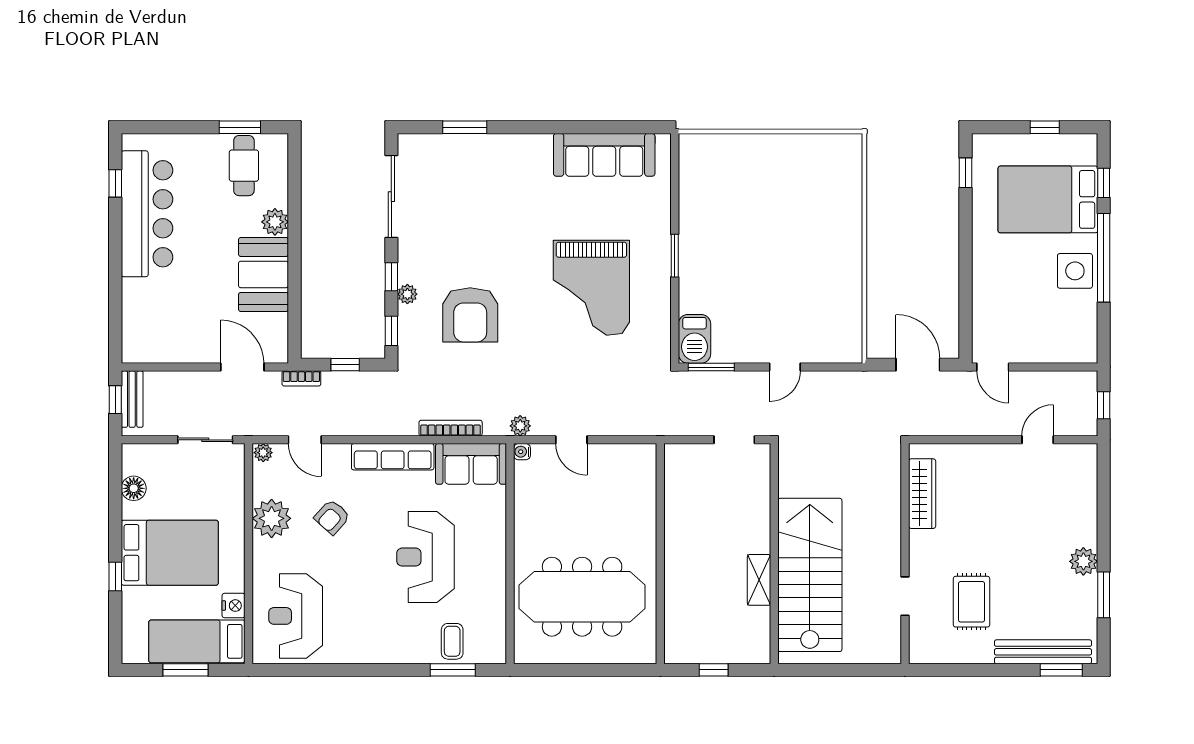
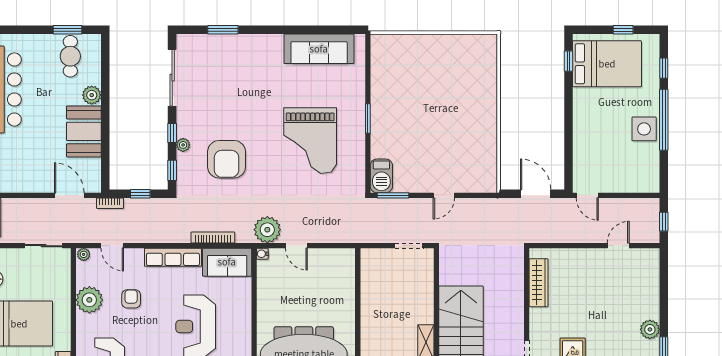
bed: (1048, 199) -> (607, 64), moved, turned 180
plant: (520, 426) -> (267, 230), width x1.88, depth x1.88
armchair: (332, 517) -> (131, 299), turned 138

